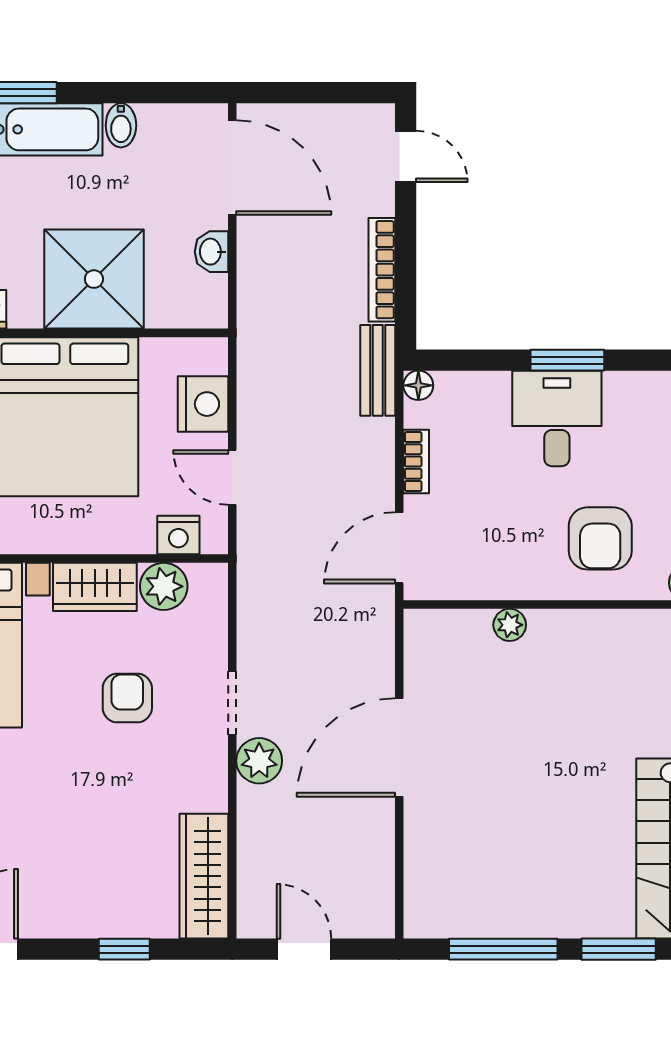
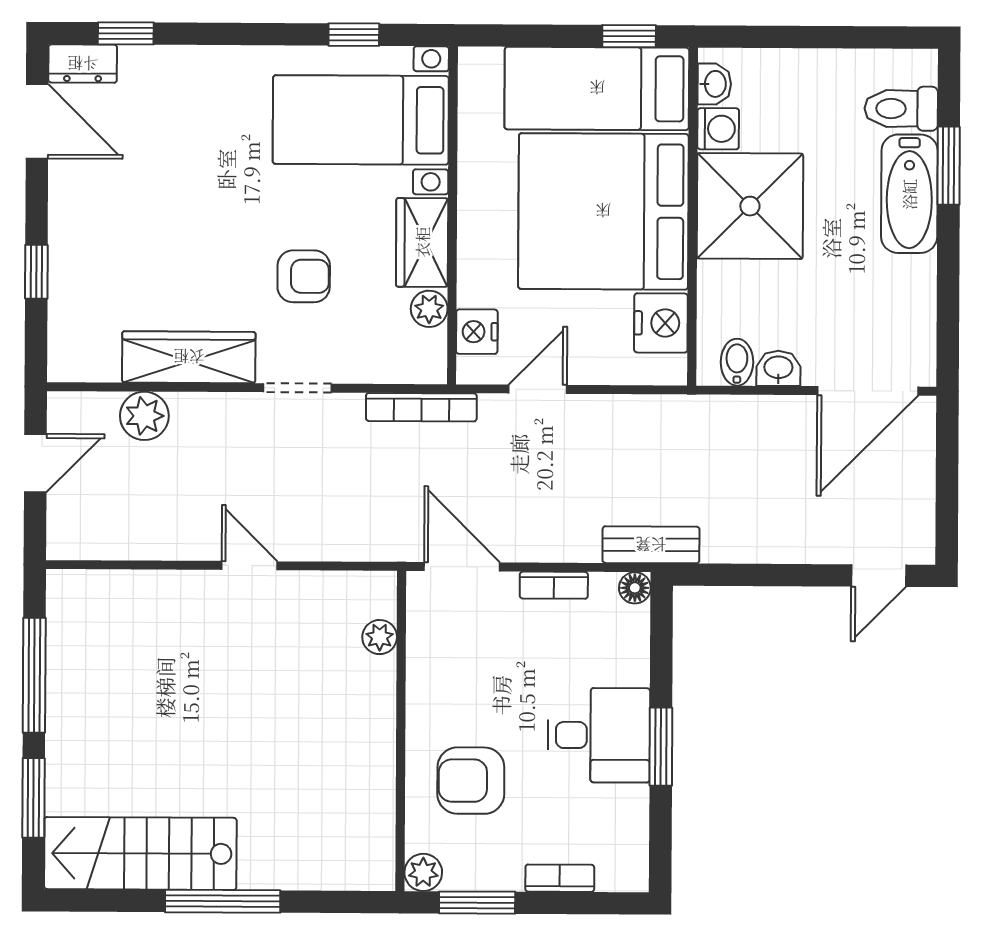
bidet: (121, 125) -> (737, 362), moved, turned 90
bookcase: (382, 270) -> (421, 407), moved, turned 180
shower: (94, 279) -> (750, 206), moved
nightstand: (203, 404) -> (661, 323), moved, turned -90
plant: (164, 586) -> (429, 309), width x0.73, depth x0.73
plant: (510, 625) -> (380, 637), moved
door: (399, 747) -> (249, 566), width x0.53
plant: (259, 761) -> (144, 416), moved
wardrobe: (204, 876) -> (189, 357), moved

